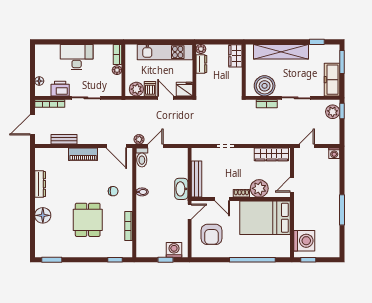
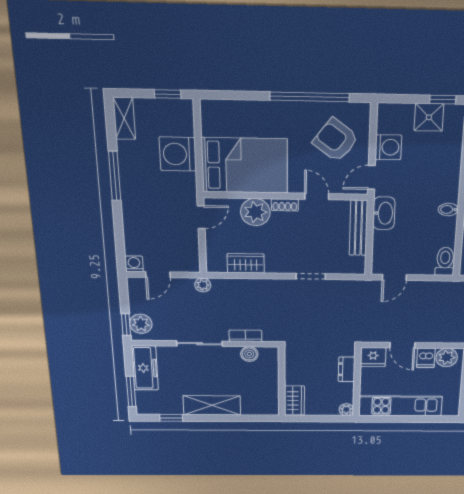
shelving: (281, 52) -> (212, 405), width x0.68
dresser: (201, 64) -> (347, 369), moved
boiler: (265, 86) -> (249, 354), width x0.54, depth x0.54
plant: (139, 139) -> (203, 285), moved
door: (155, 146) -> (394, 277), moved
door: (307, 146) -> (158, 275), moved
wardrobe: (271, 154) -> (246, 263), width x0.67
armchair: (212, 234) -> (336, 140), turned -53
washing machine: (304, 241) -> (178, 154), moved
shelving: (334, 245) -> (124, 118), added
shower: (157, 249) -> (429, 117), added
washing machine: (174, 250) -> (388, 147), moved, turned -90
window: (166, 260) -> (443, 100), moved
window: (252, 260) -> (310, 97), moved

